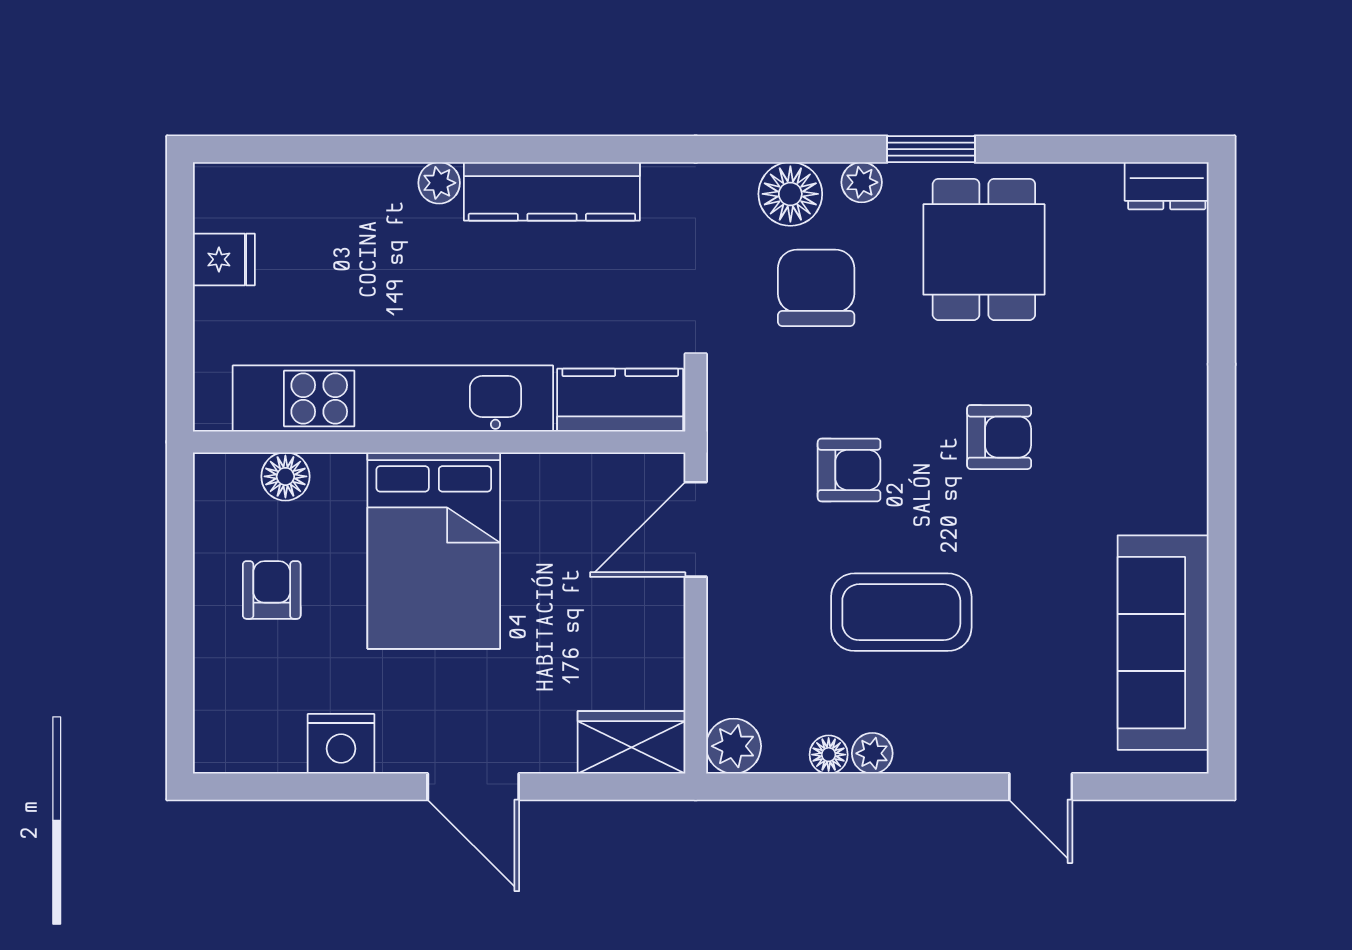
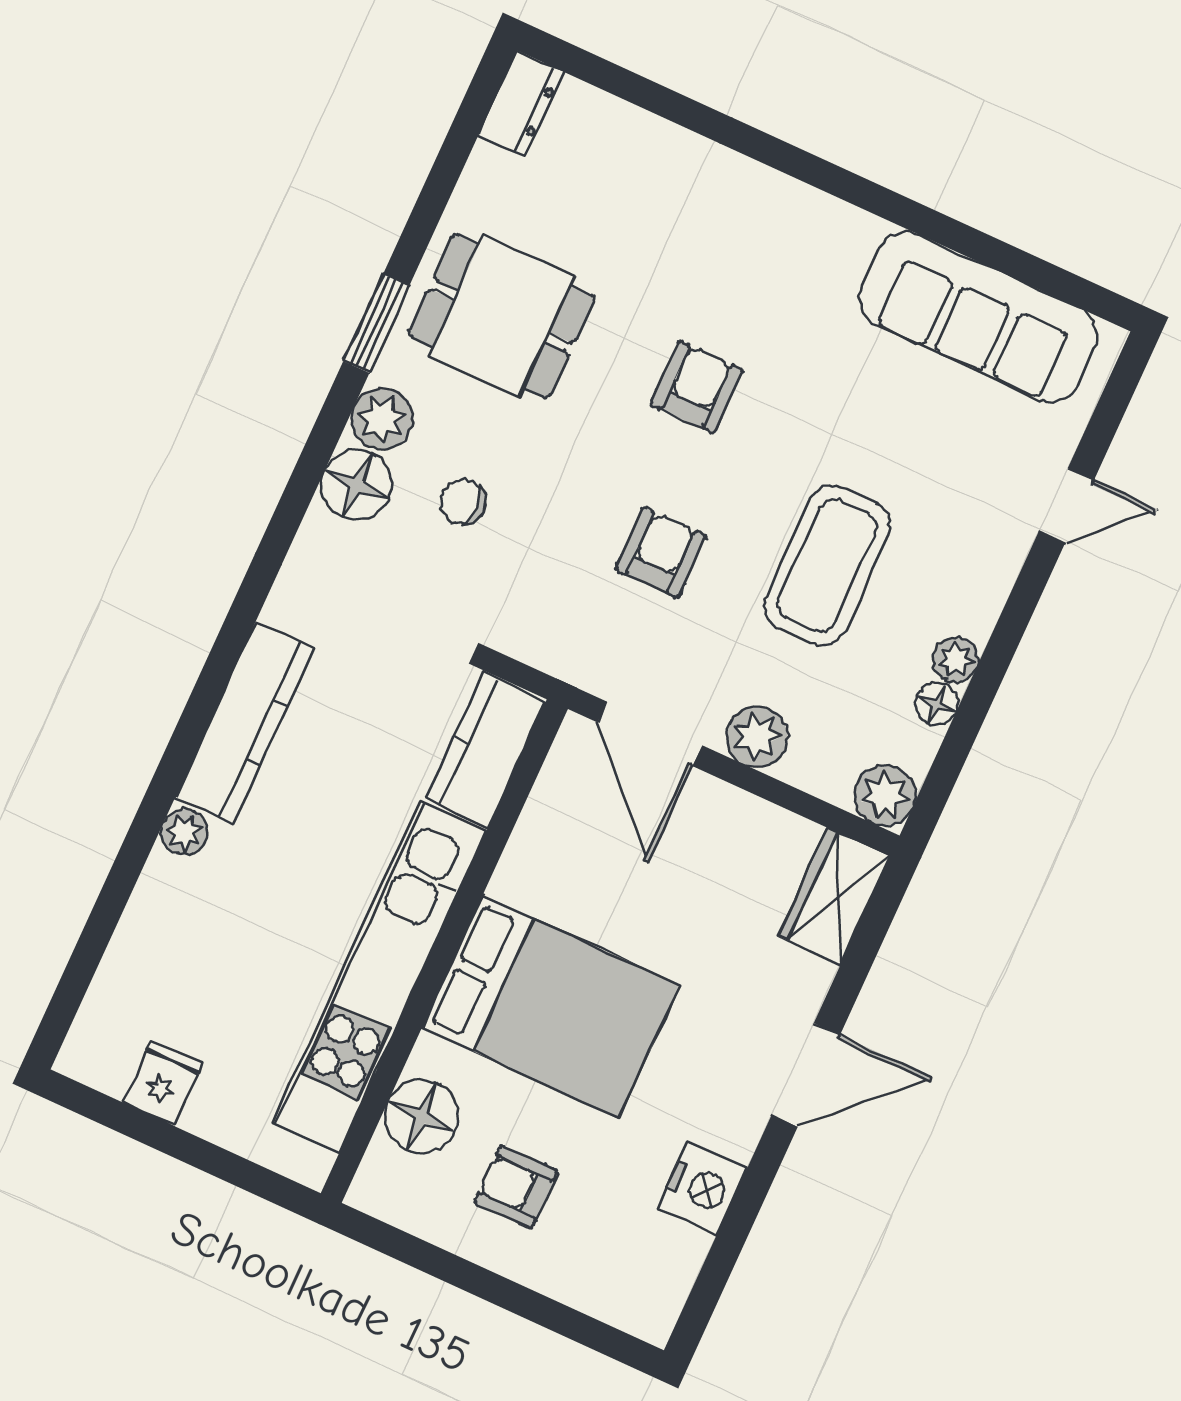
plant: (862, 182) -> (382, 419), width x1.38, depth x1.38
chair: (816, 288) -> (463, 502), width x0.54, depth x0.54
floor lamp: (285, 476) -> (422, 1116), width x1.38, depth x1.38
plant: (734, 619) -> (757, 737), added

